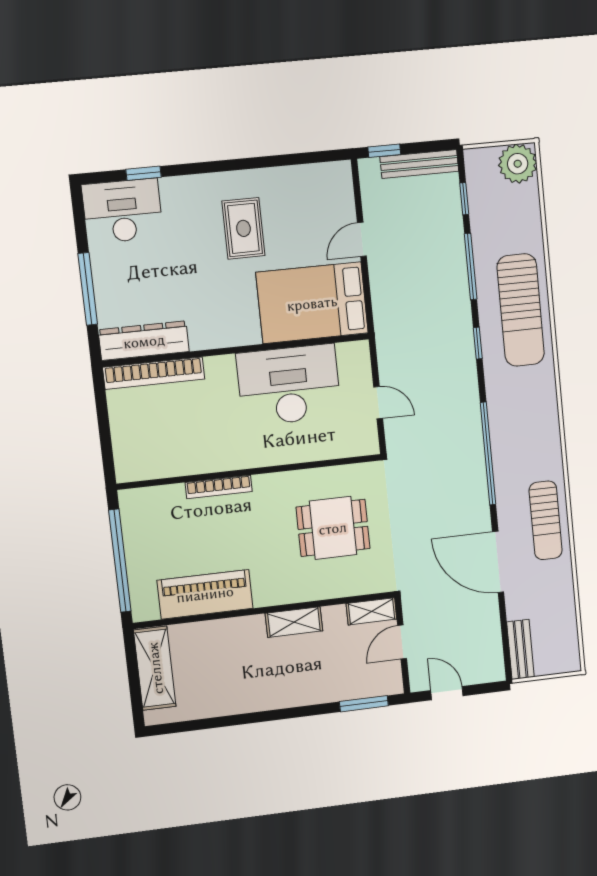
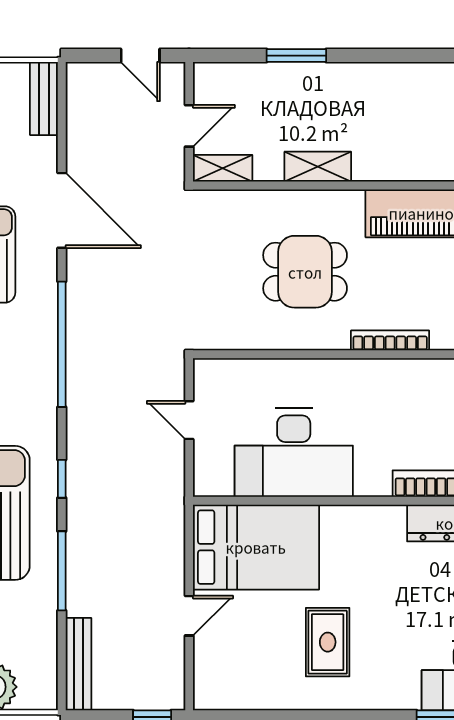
bench: (419, 164) -> (78, 664), moved, turned 90
window: (464, 199) -> (62, 652), removed
dining table: (333, 528) -> (305, 272), moved
window: (364, 704) -> (296, 56), moved

